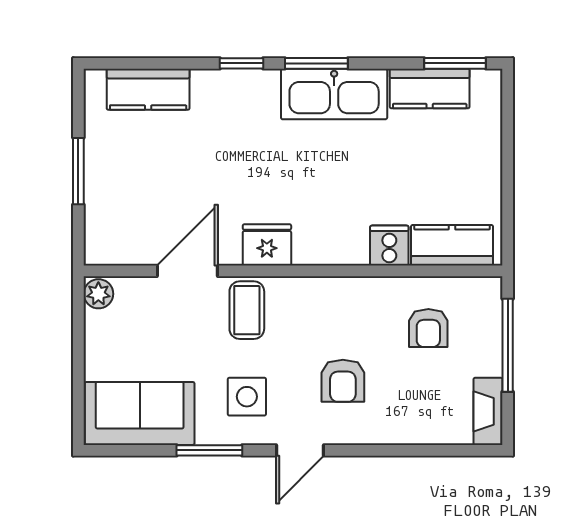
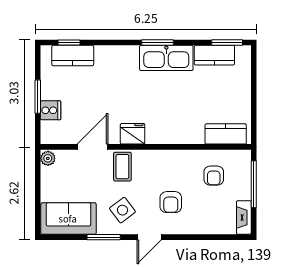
window: (241, 63) -> (69, 42), moved
cooker: (389, 246) -> (50, 110), moved, turned 90
side table: (247, 397) -> (122, 210), turned -37

